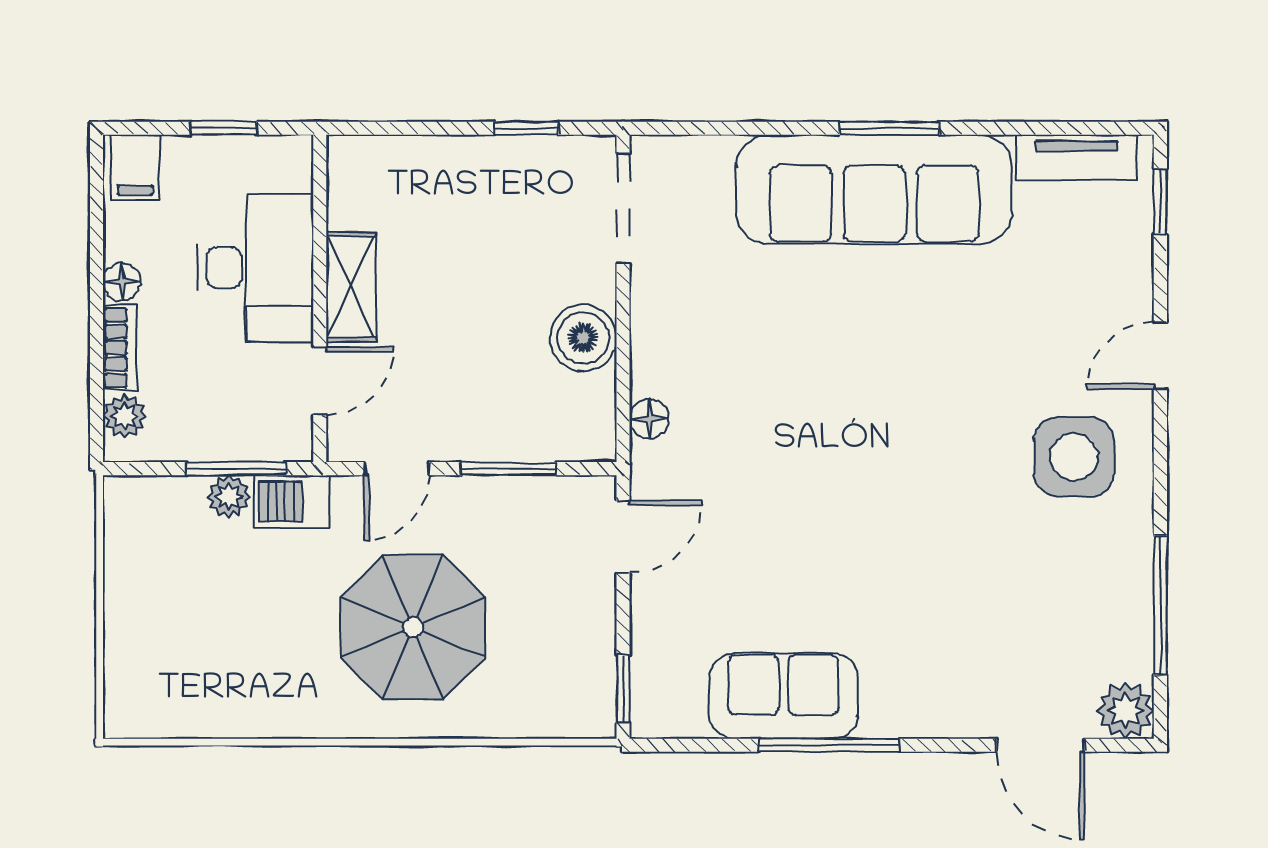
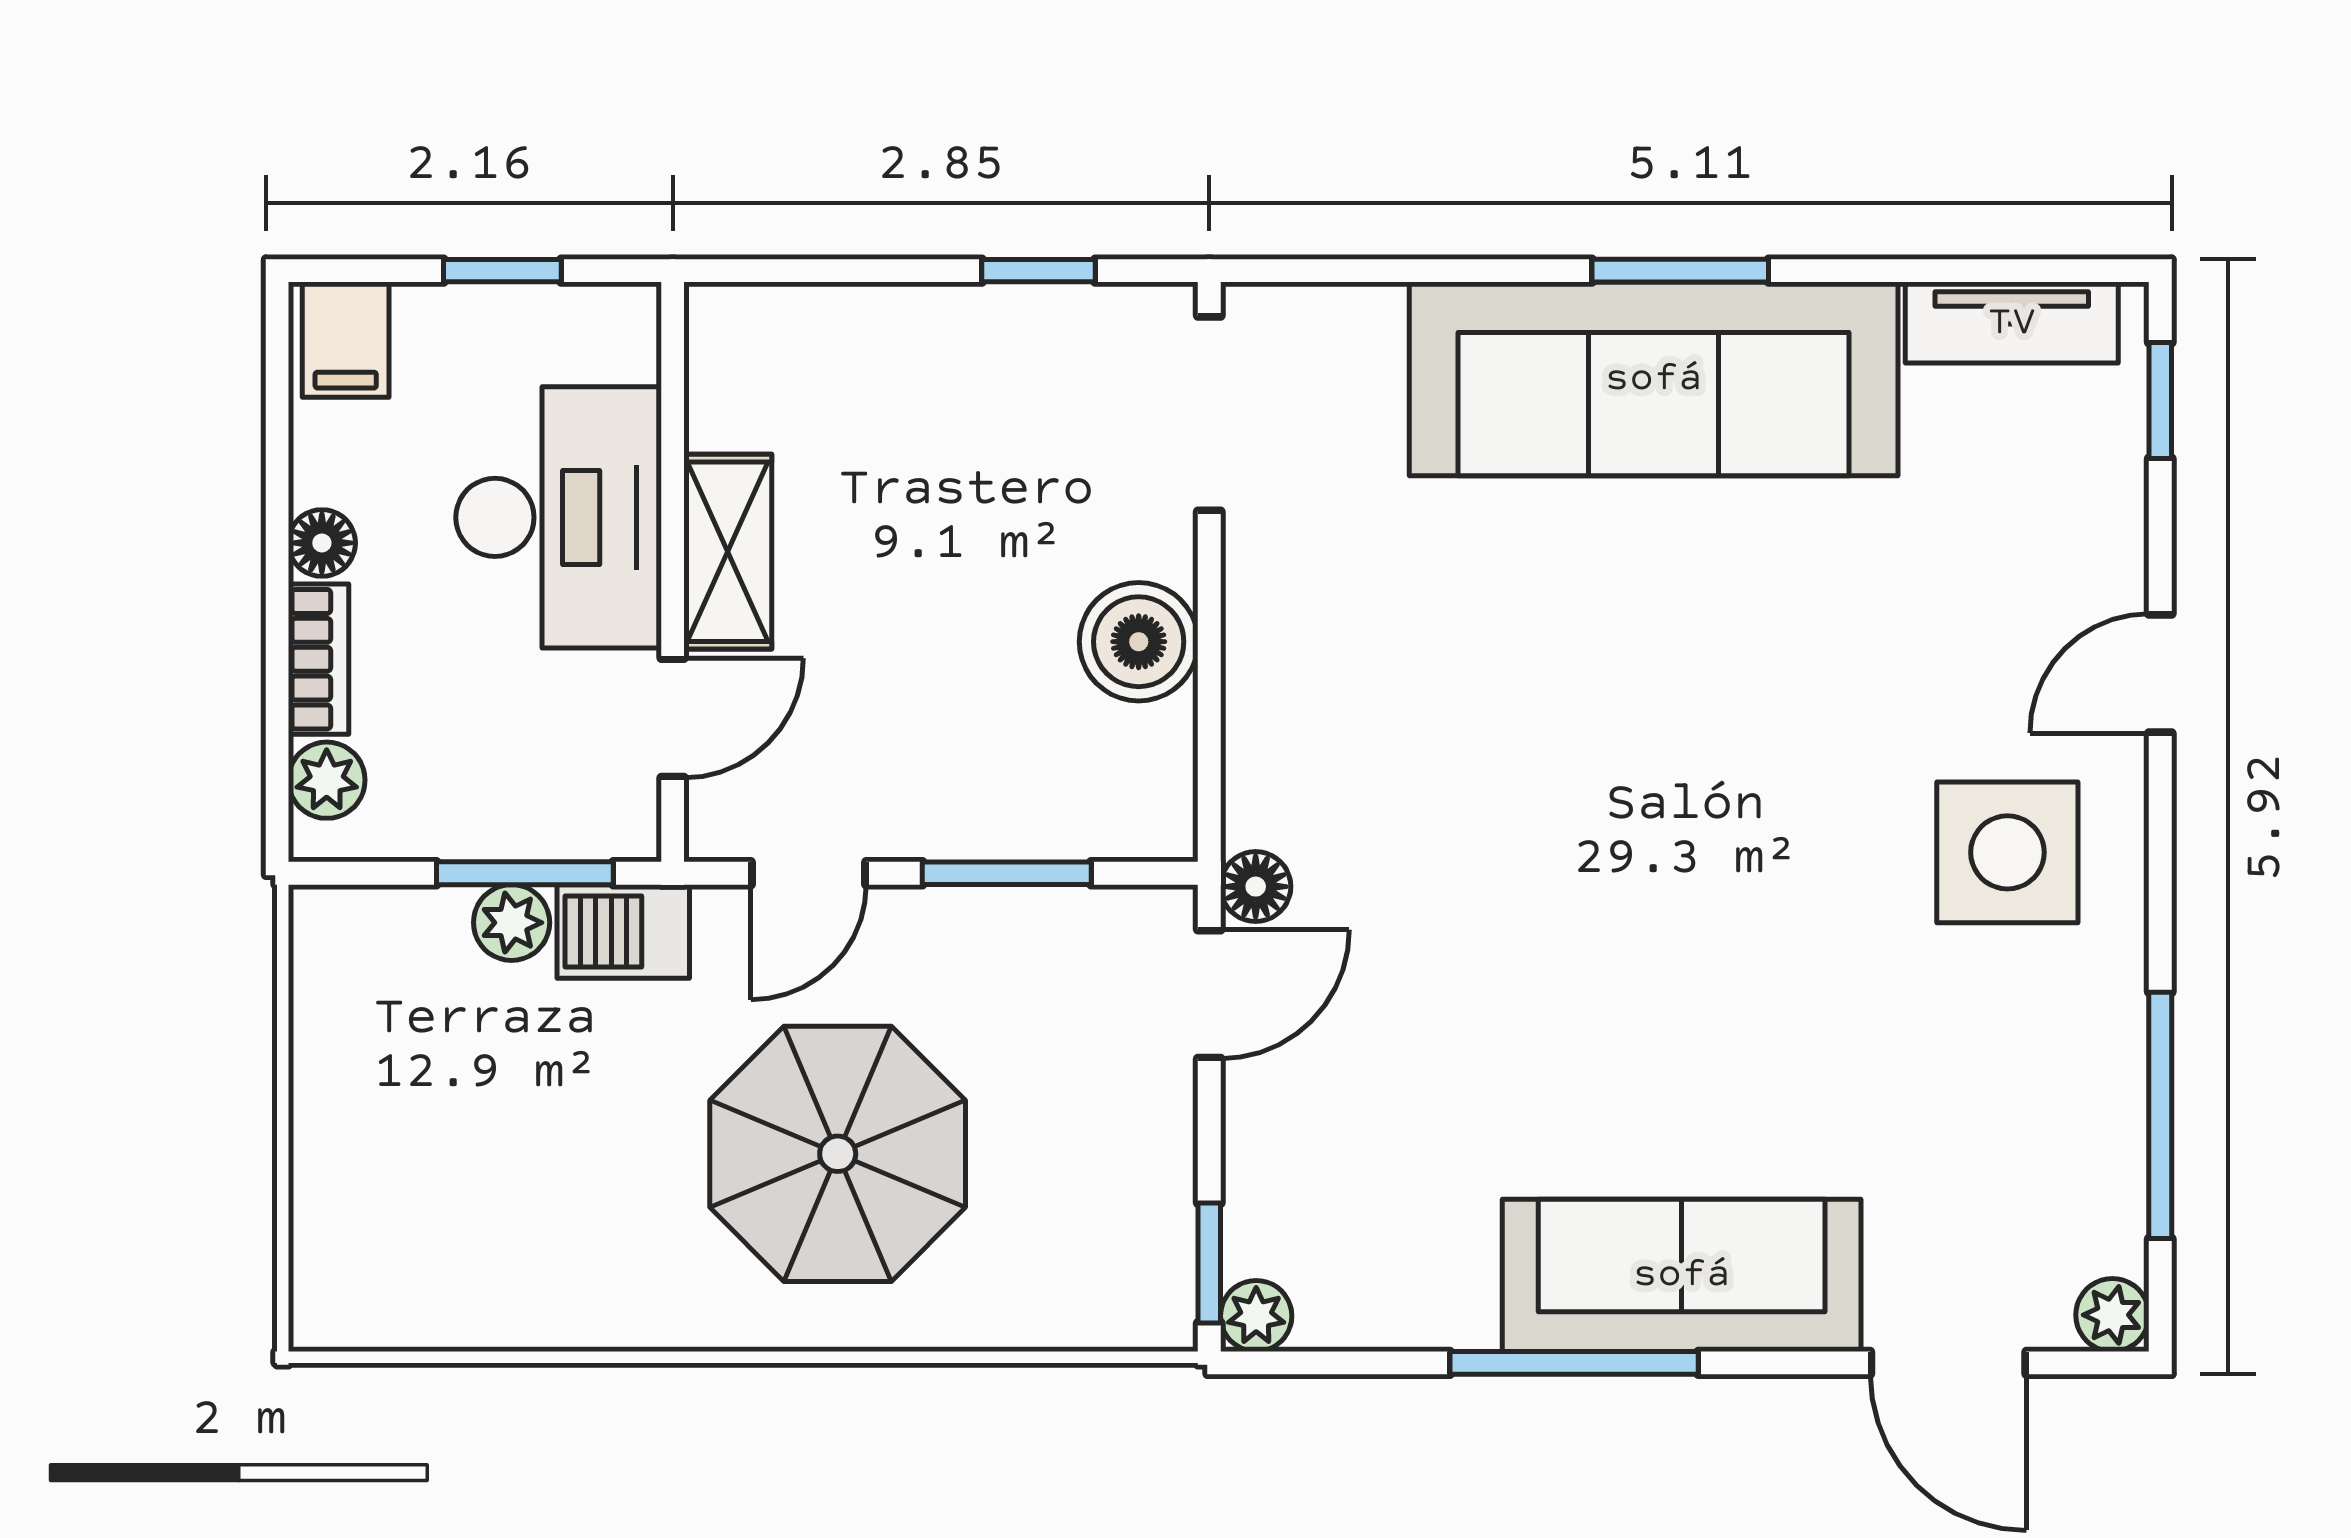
floor lamp: (649, 419) -> (1256, 887), moved
sofa: (783, 696) -> (1682, 1275), moved, width x1.36
plant: (1126, 710) -> (2112, 1315), width x0.73, depth x0.73
plant: (650, 719) -> (1256, 1316), added

